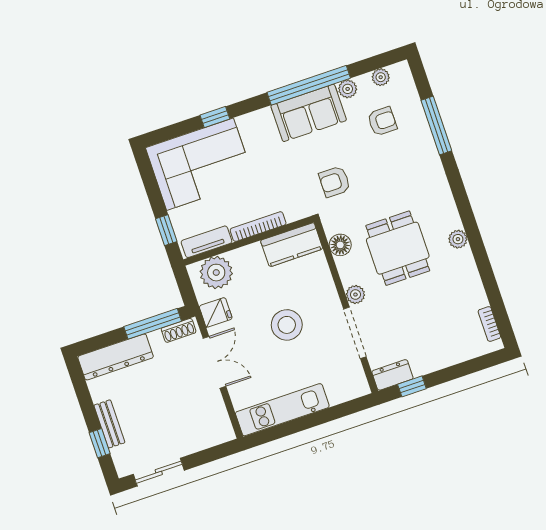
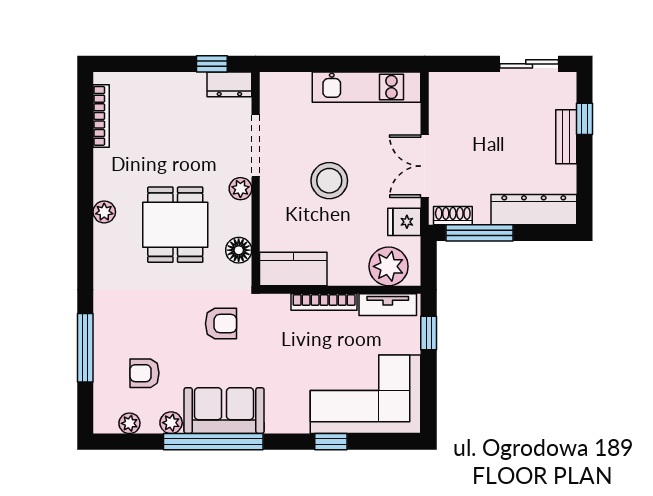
bookcase: (489, 324) -> (101, 116), width x1.56

